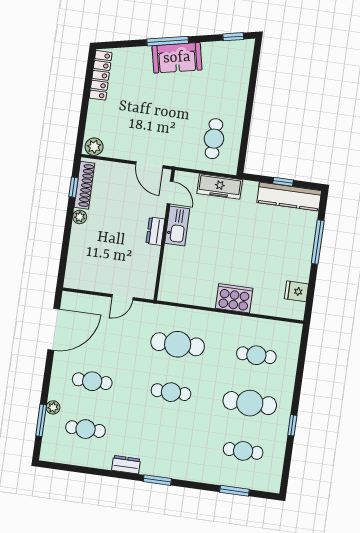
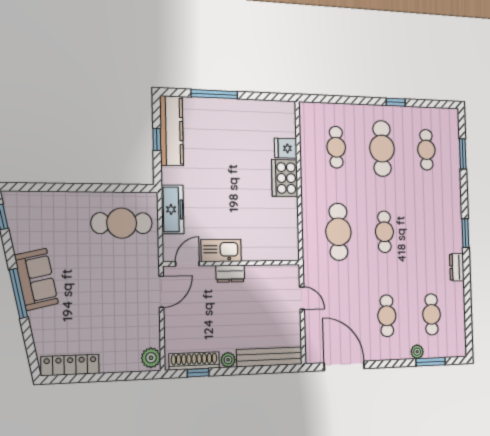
cafe table: (214, 139) -> (122, 223), width x1.37, depth x1.35
bench: (75, 257) -> (270, 357), added
fridge: (296, 291) -> (286, 148), moved, turned 90

